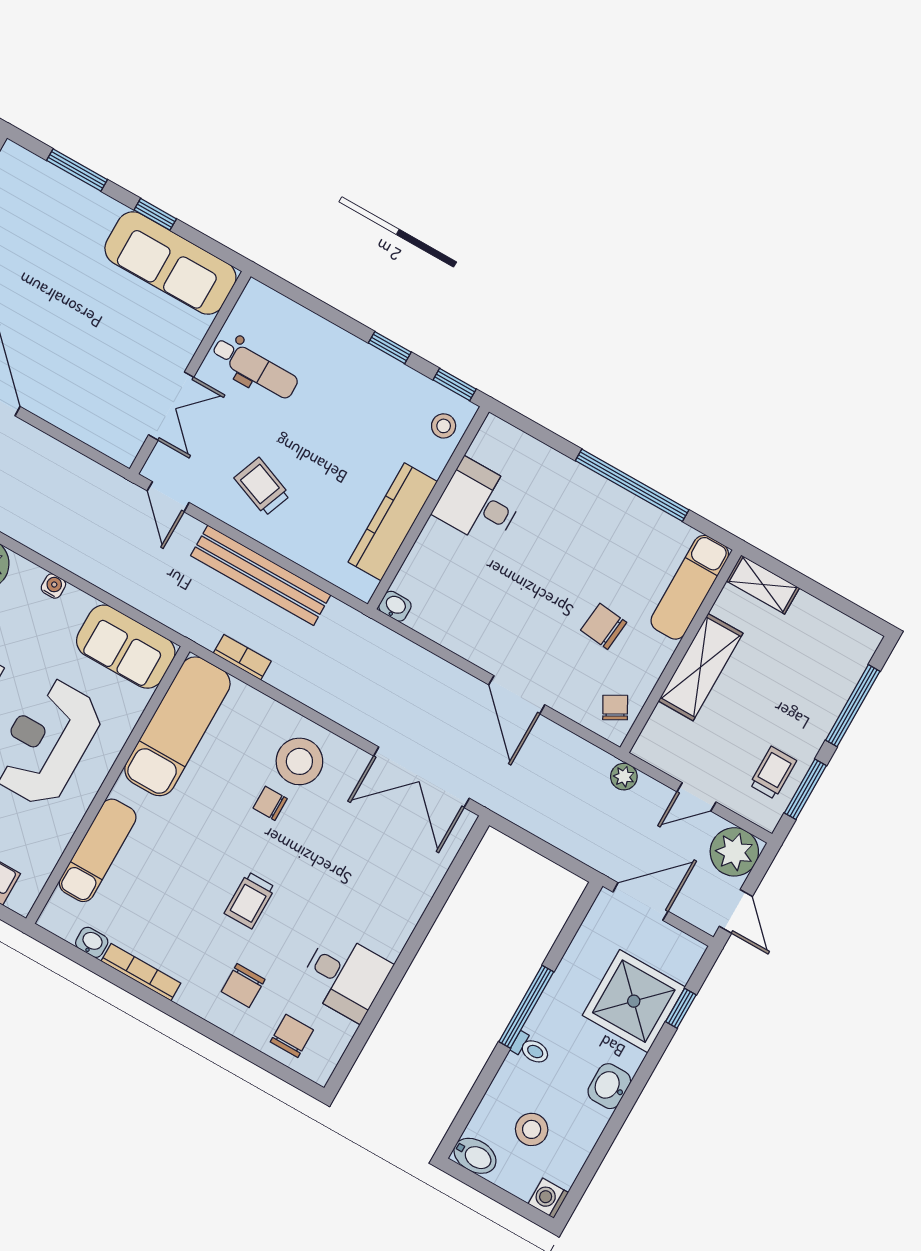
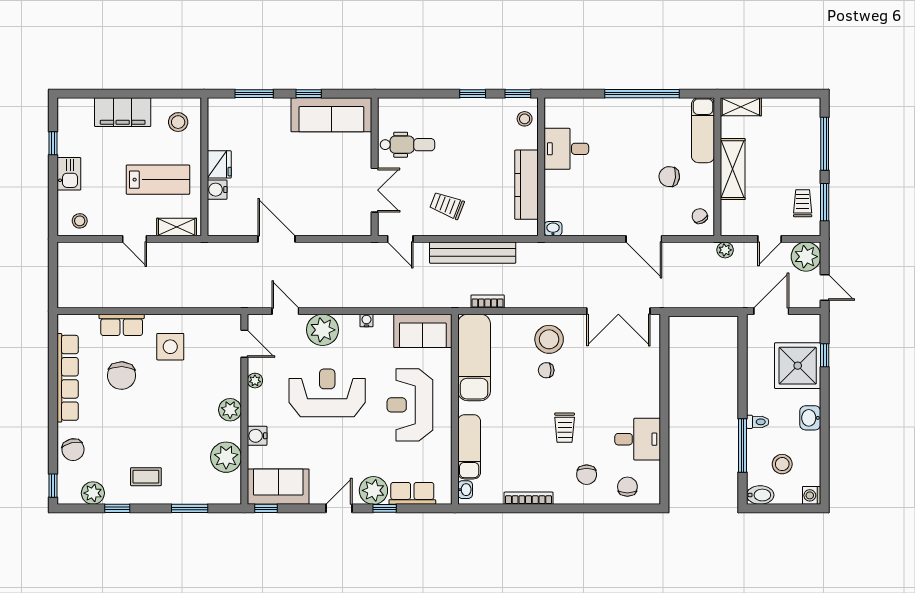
washbasin: (92, 942) -> (465, 490), moved, turned 90
window: (526, 1007) -> (743, 446), moved

